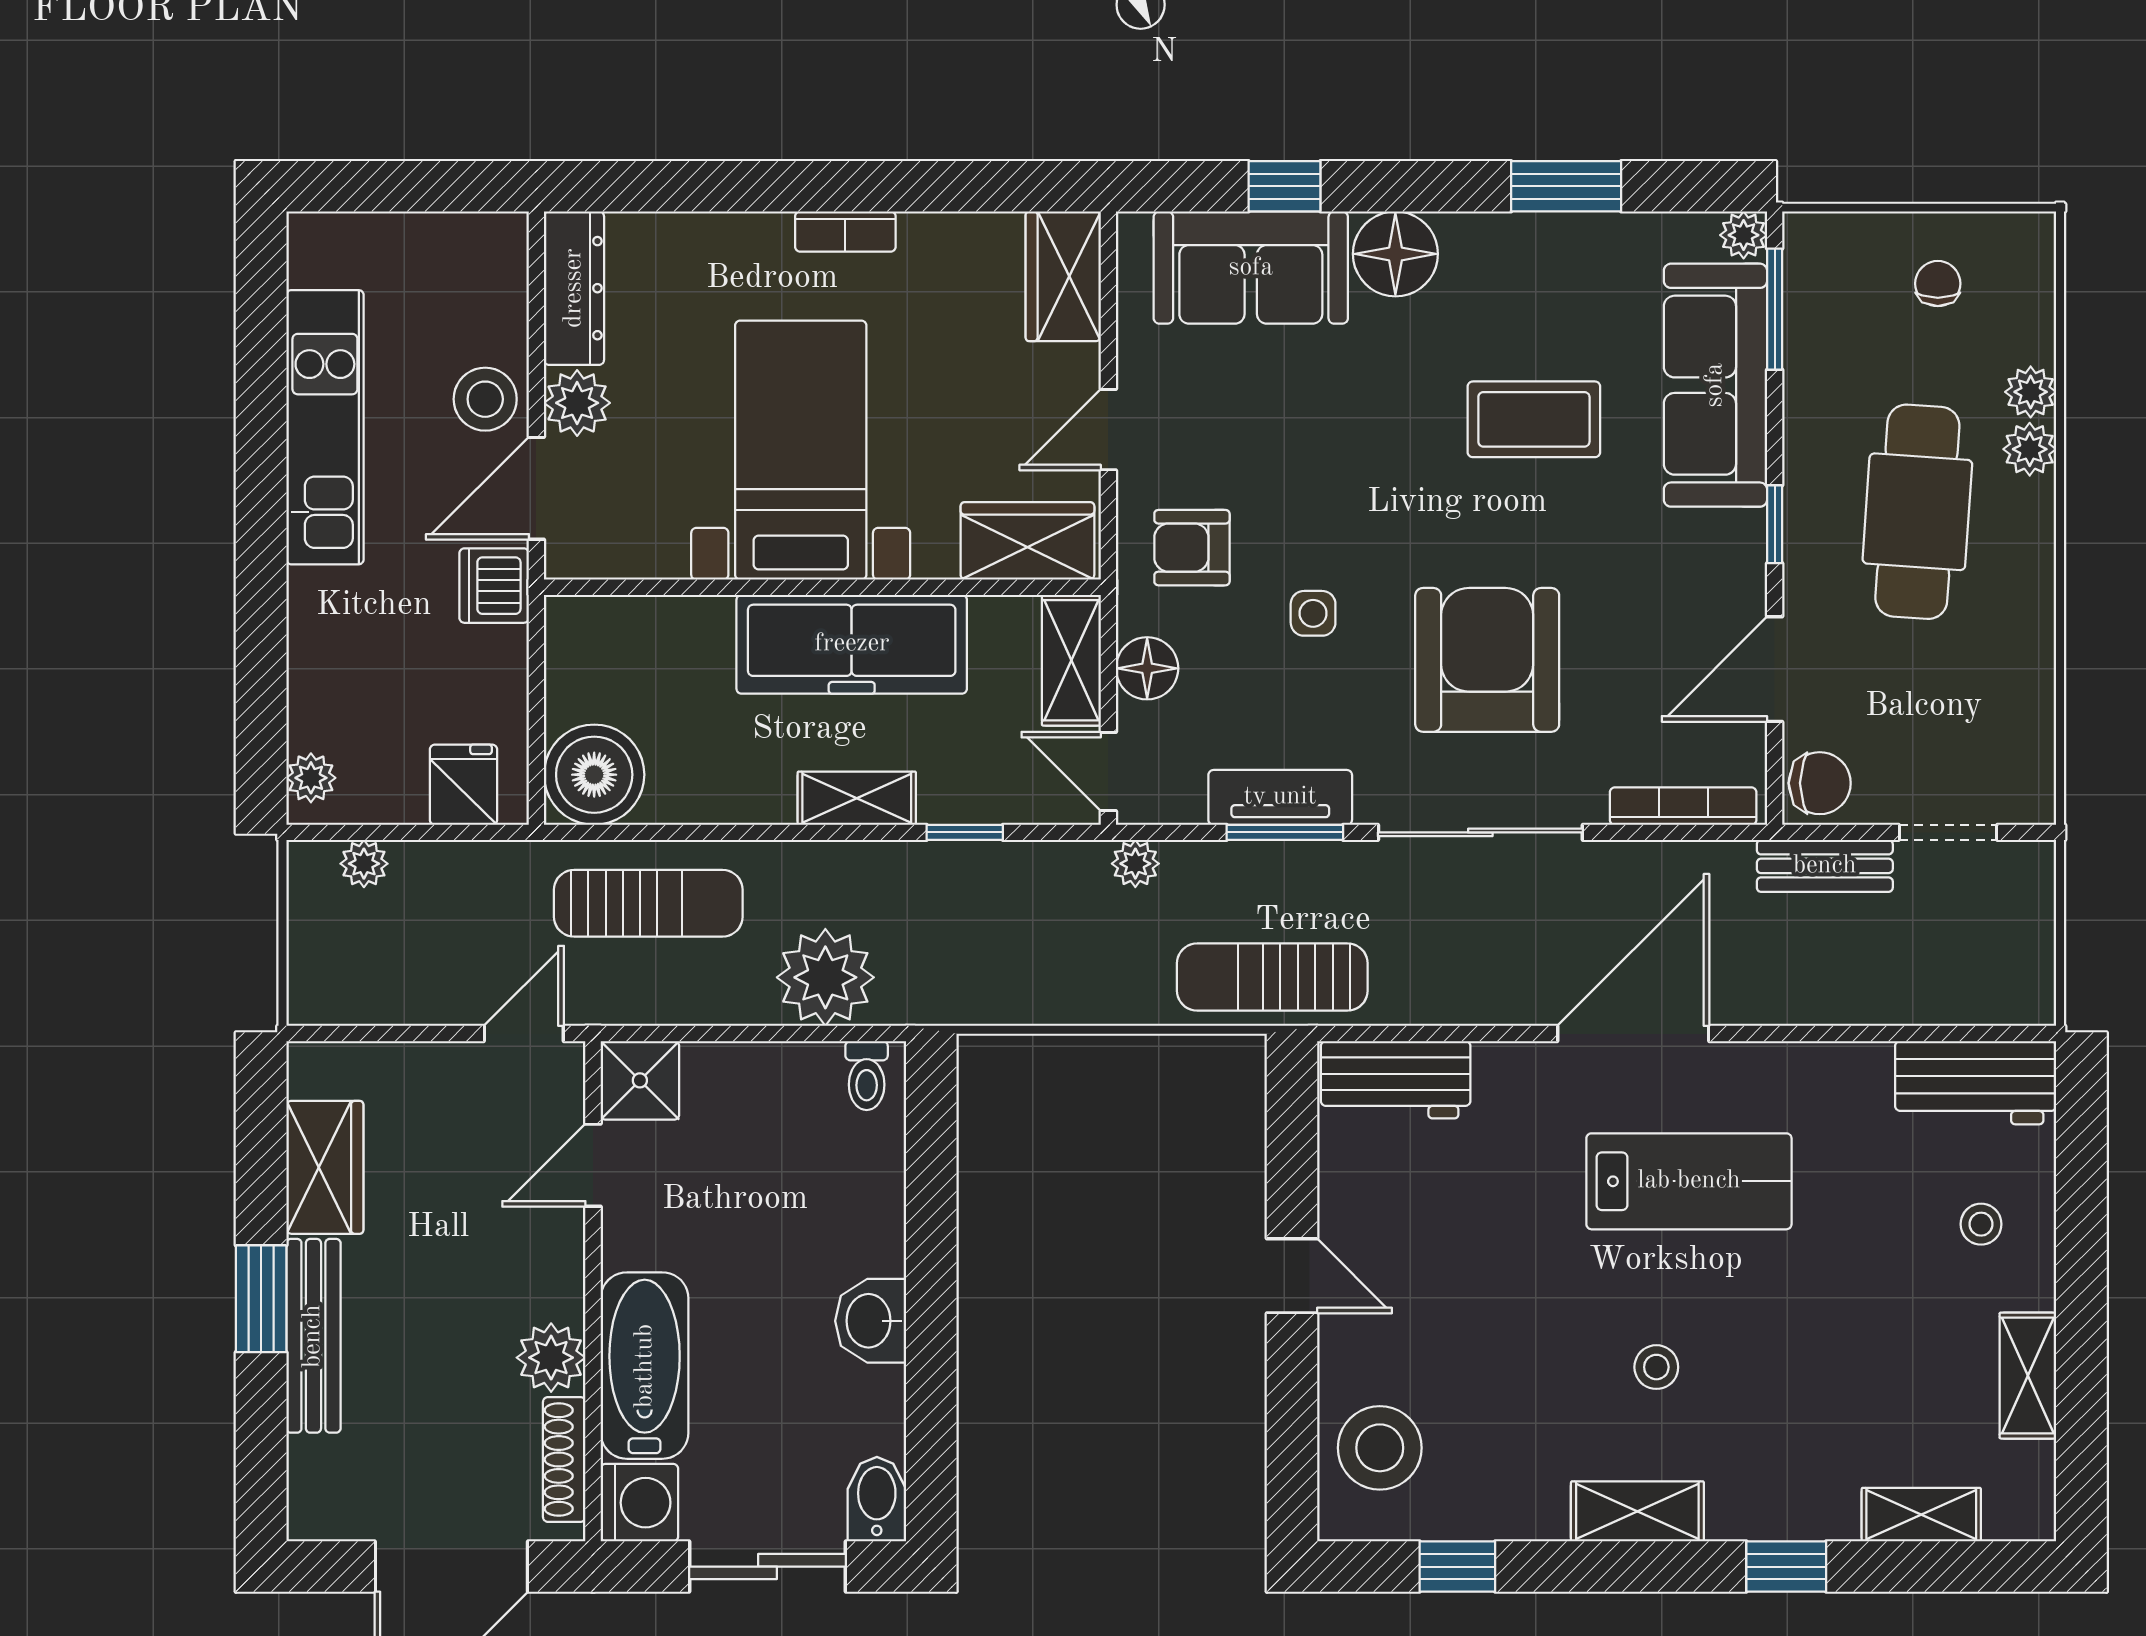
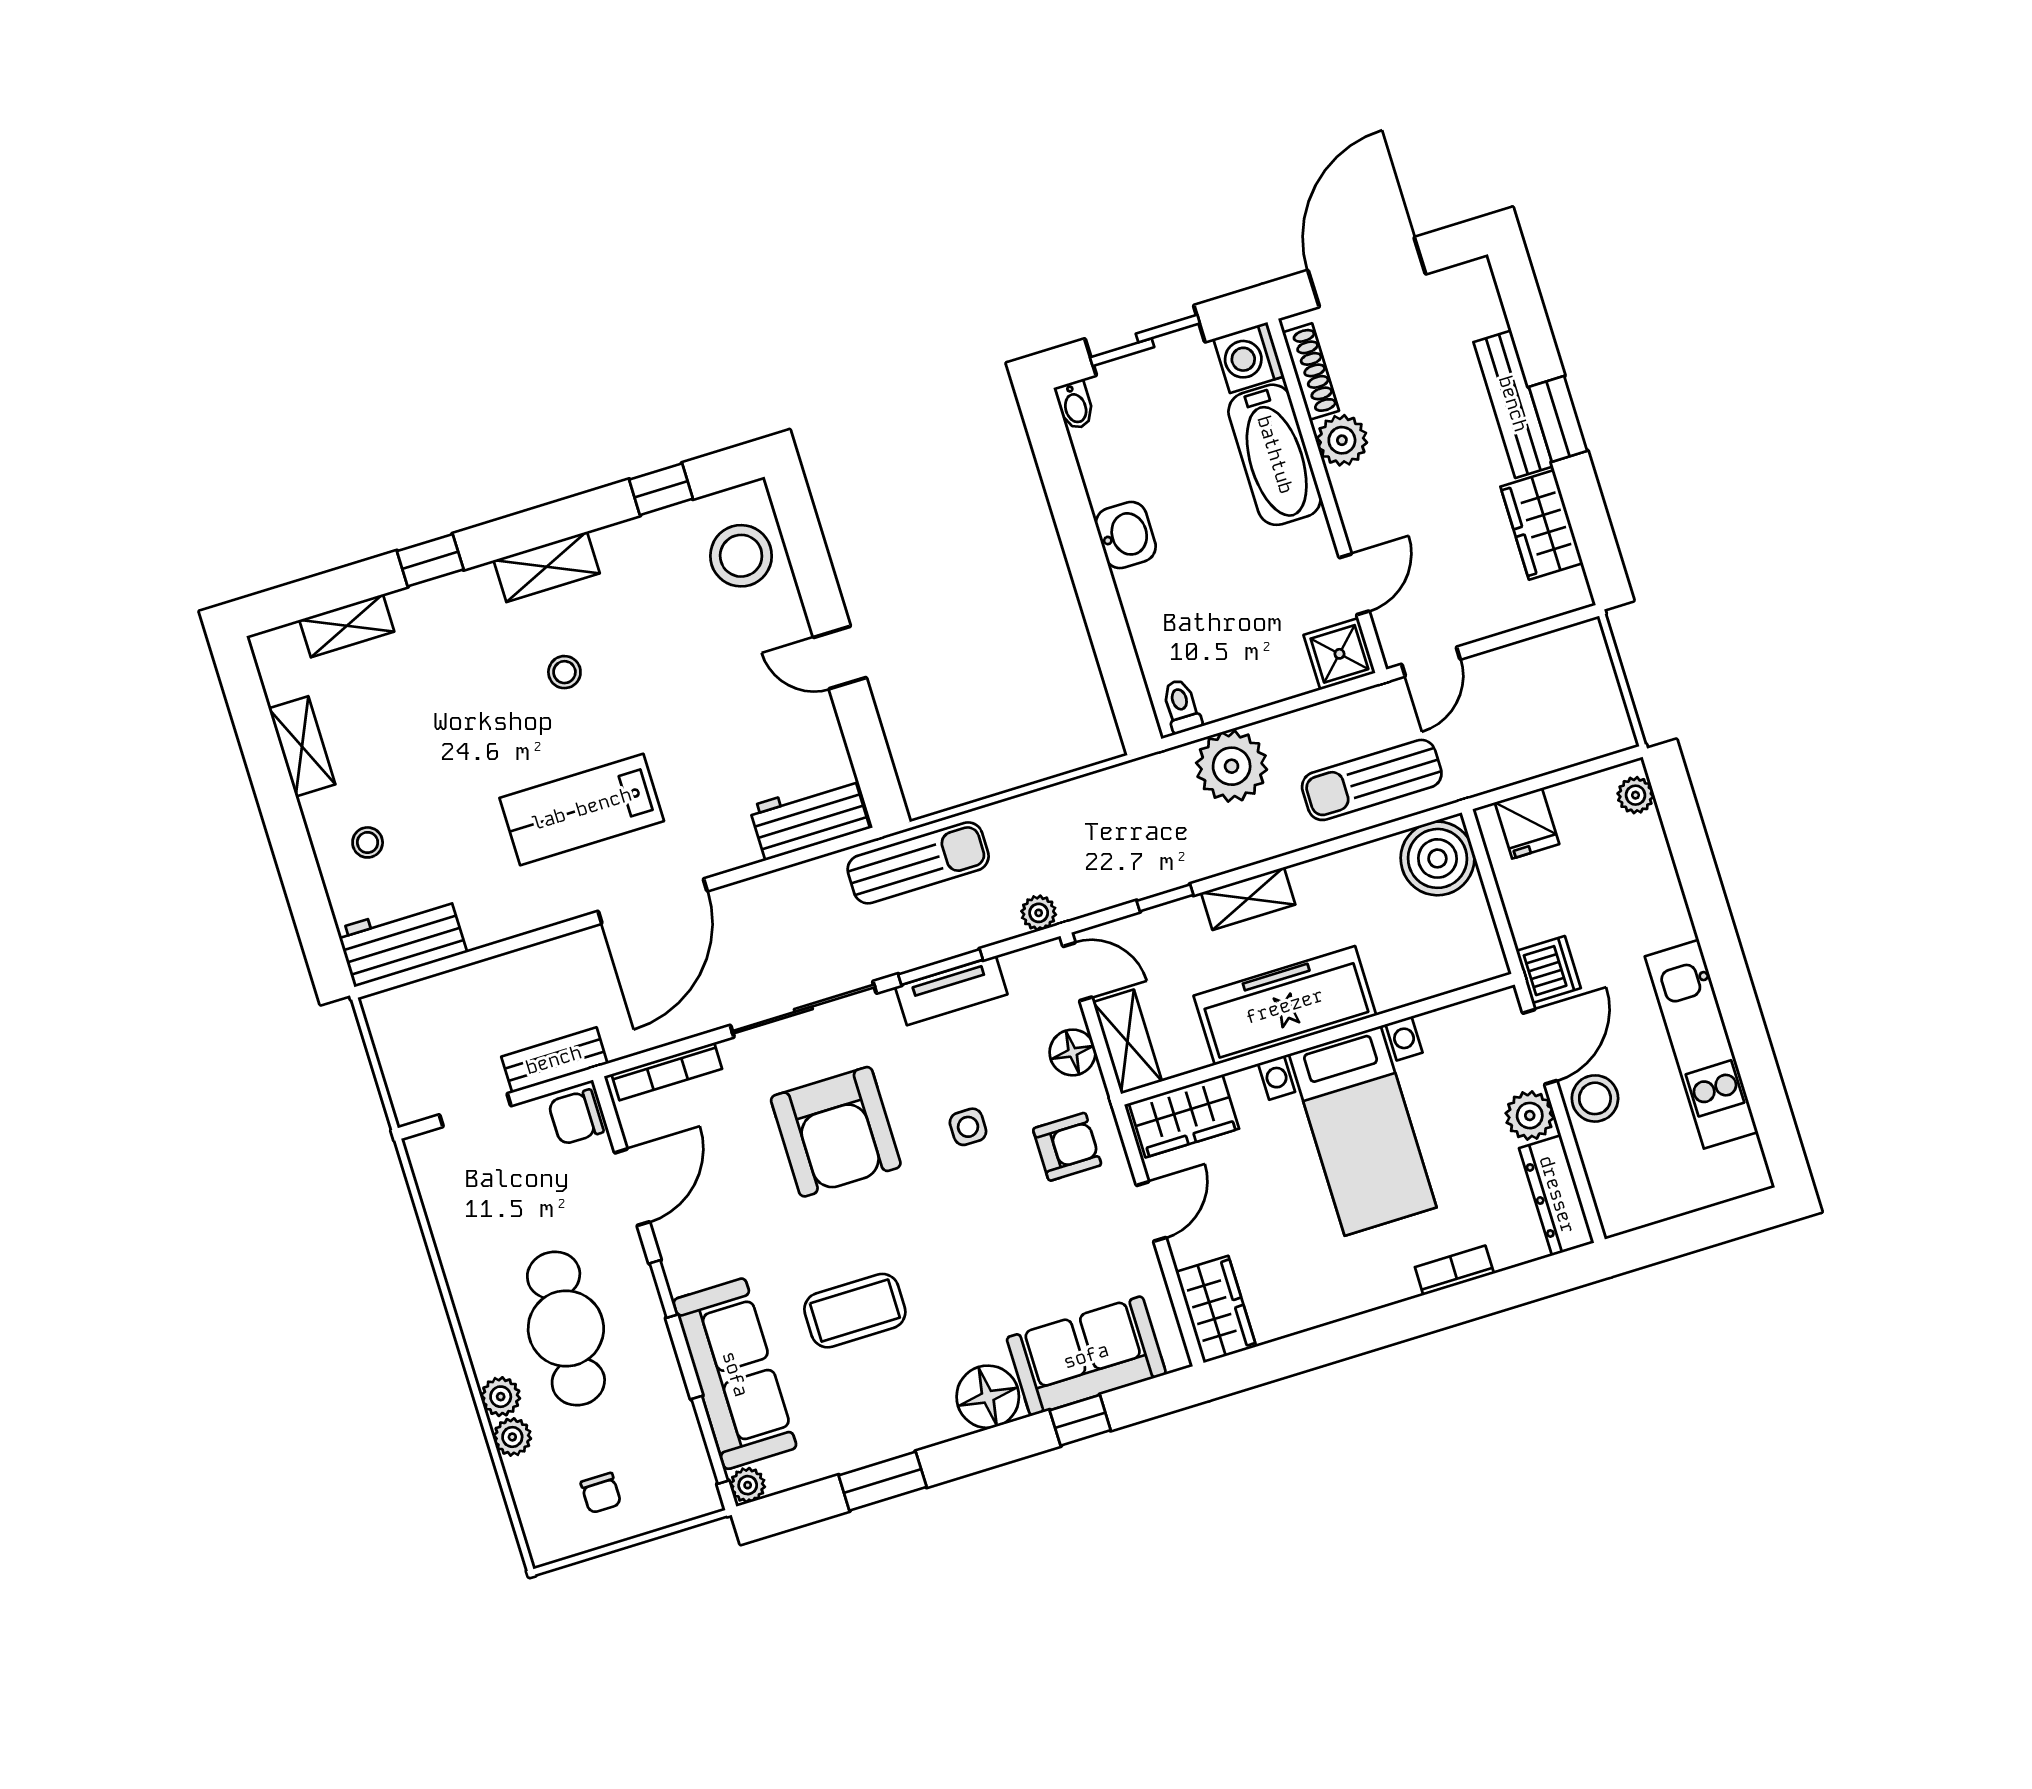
bookcase: (845, 232) -> (1454, 1270), moved
plant: (364, 864) -> (1580, 746), removed
bidet: (877, 1499) -> (1075, 405), width x0.72, depth x0.74

